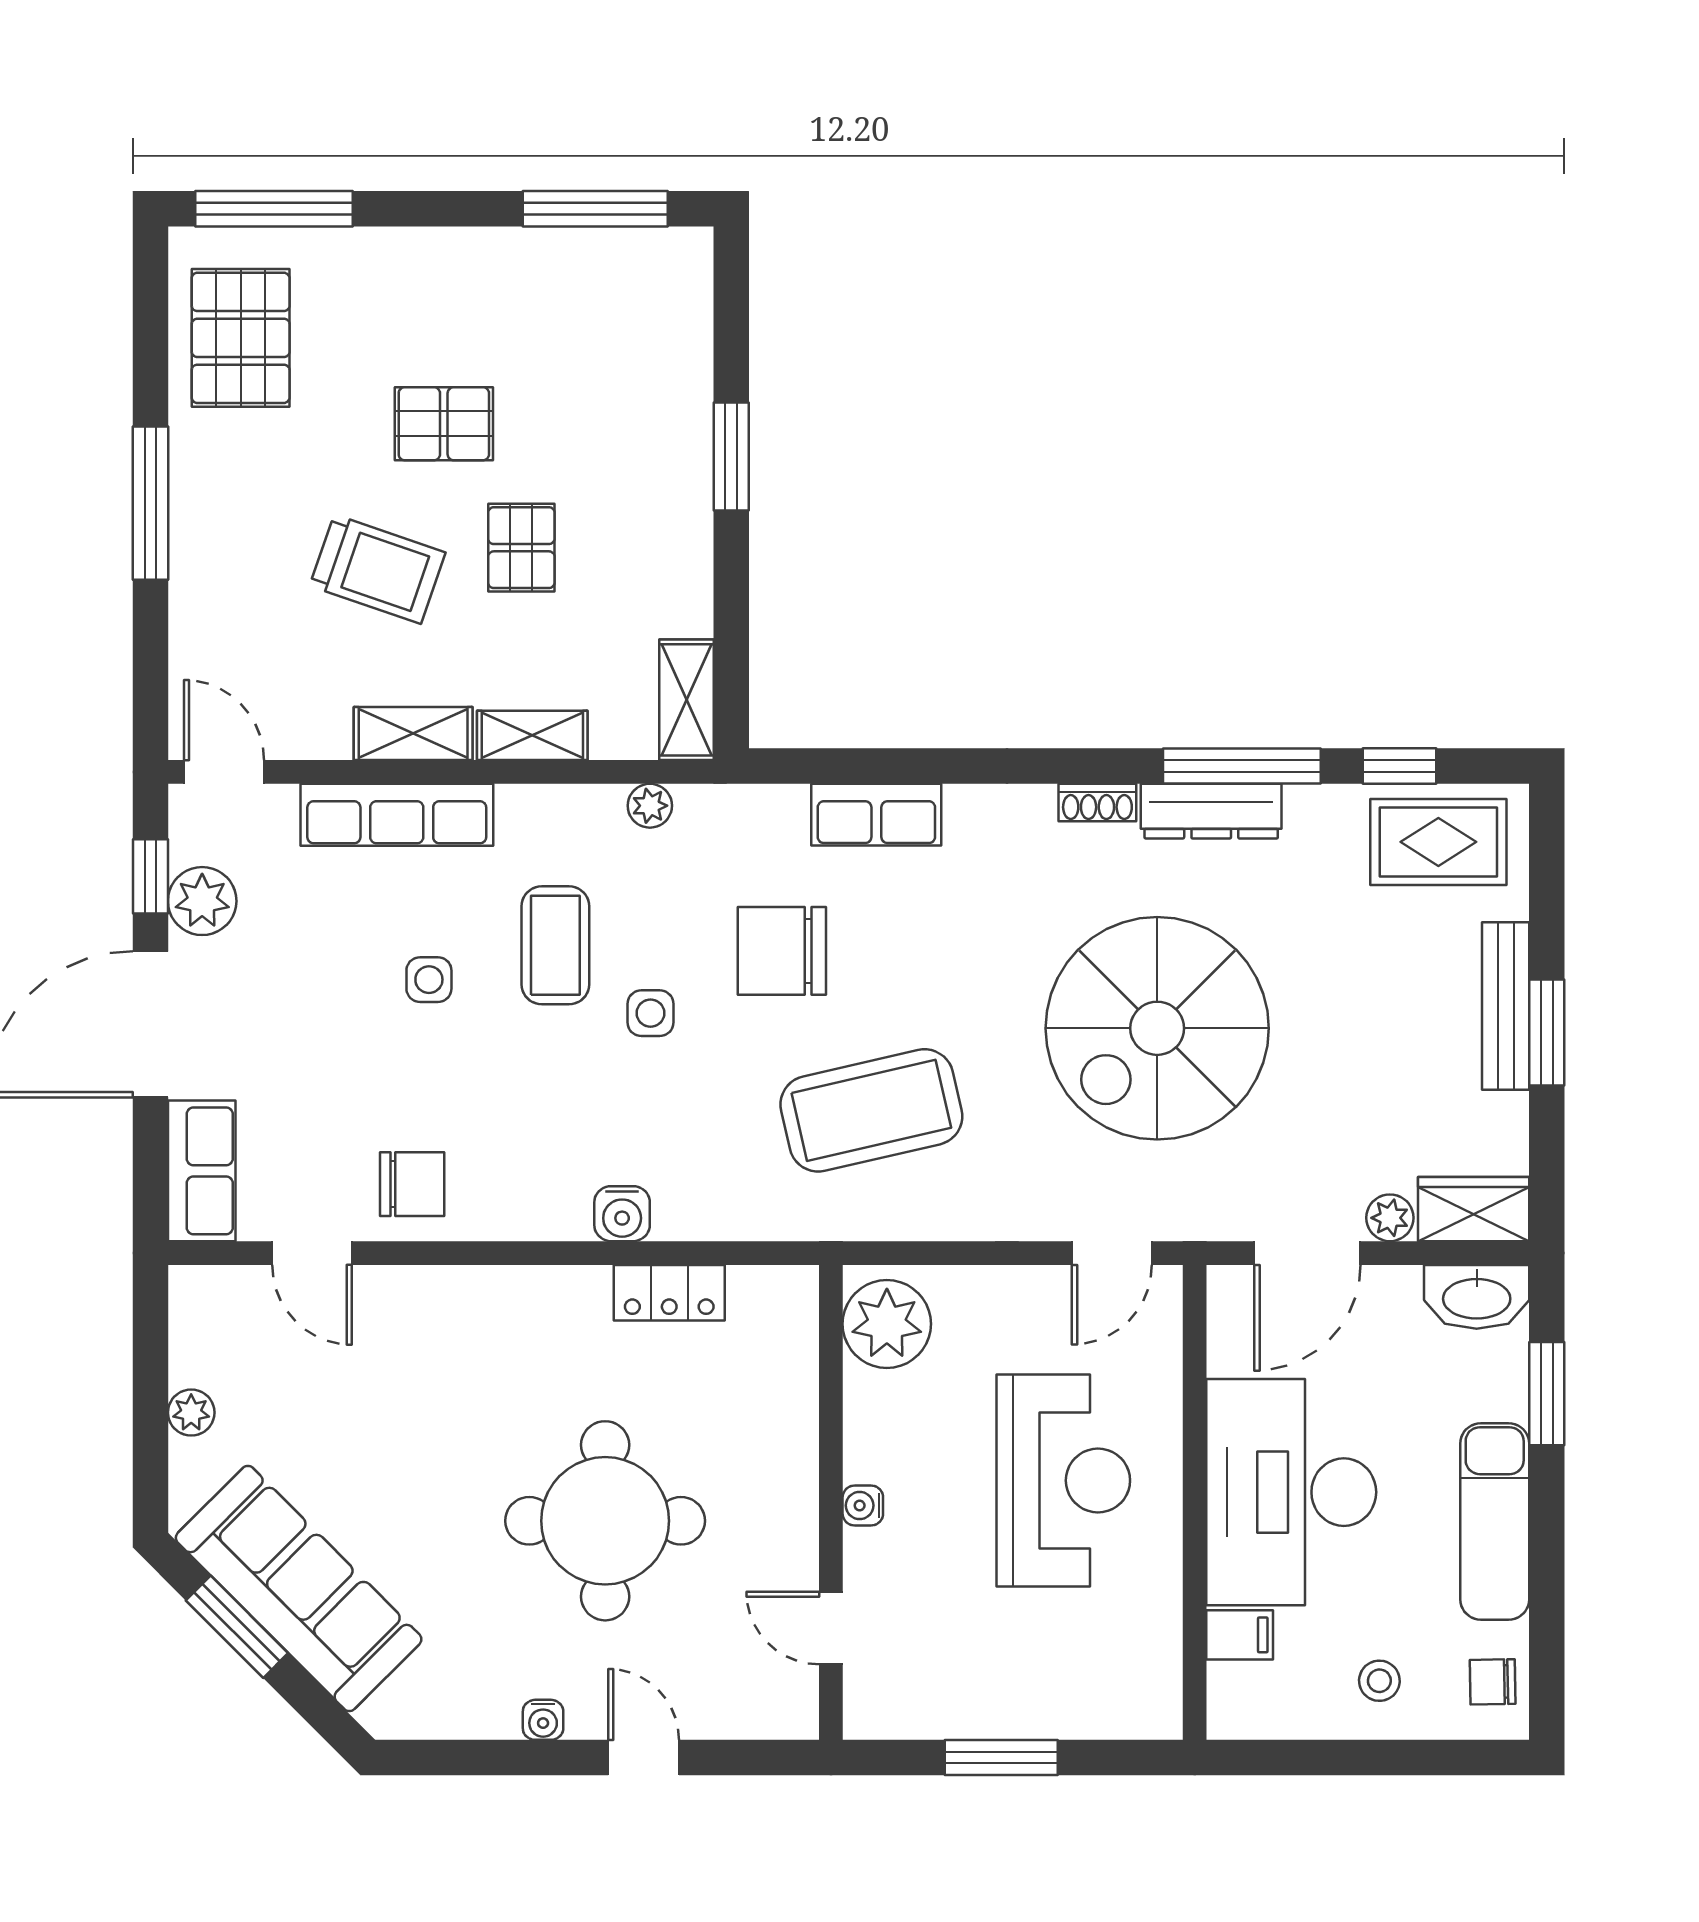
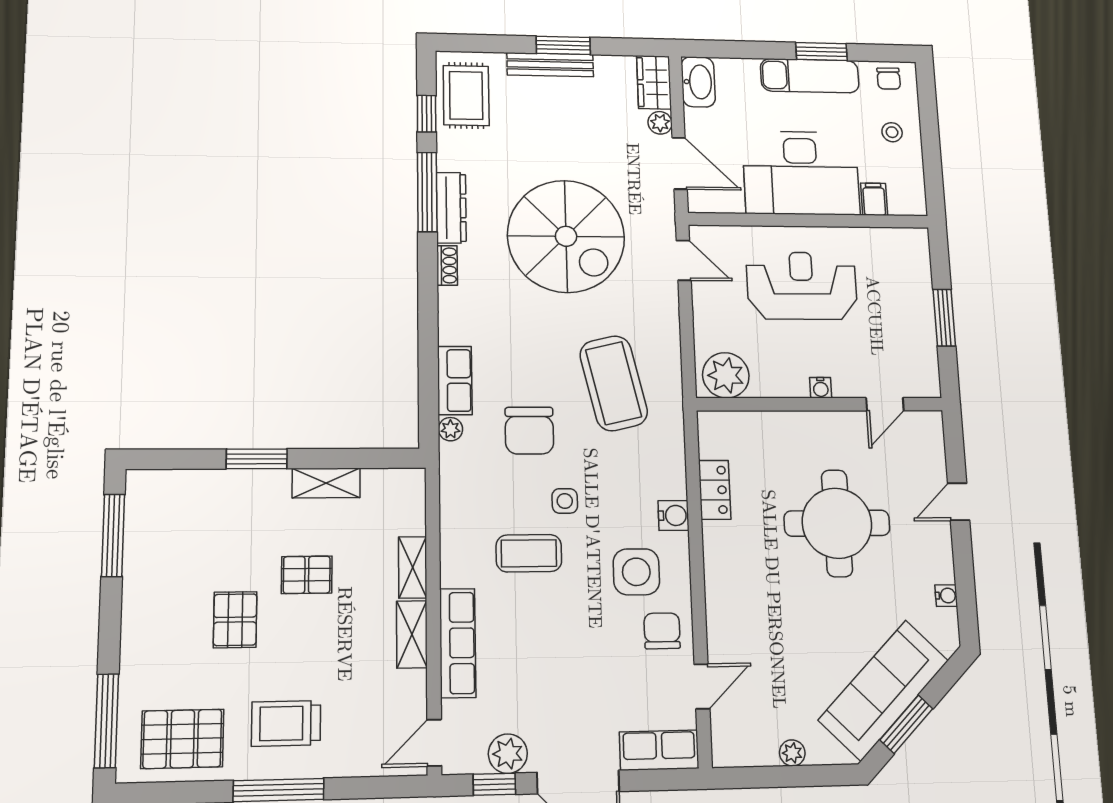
trolley: (378, 569) -> (286, 723), moved, turned -109
shelving: (686, 700) -> (326, 483), moved
plant: (650, 806) -> (450, 429), moved
side table: (429, 980) -> (636, 572), moved, width x1.87, depth x1.87
window: (1547, 1394) -> (821, 52), moved
water cooler: (543, 1720) -> (946, 596), moved

